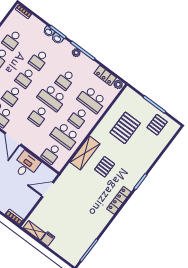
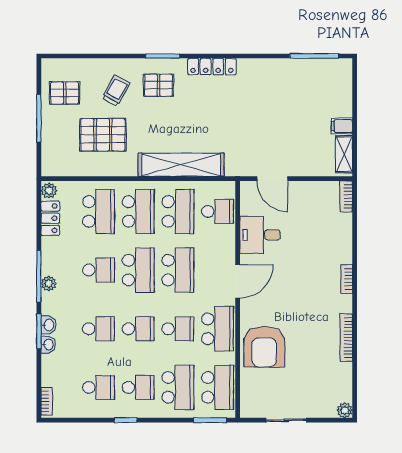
school desk: (38, 116) -> (178, 270), width x1.85
school desk: (78, 118) -> (138, 211), width x1.85
trolley: (141, 149) -> (116, 91), added
shelving: (85, 153) -> (181, 165), width x1.47
pallet: (105, 167) -> (159, 85), moved

